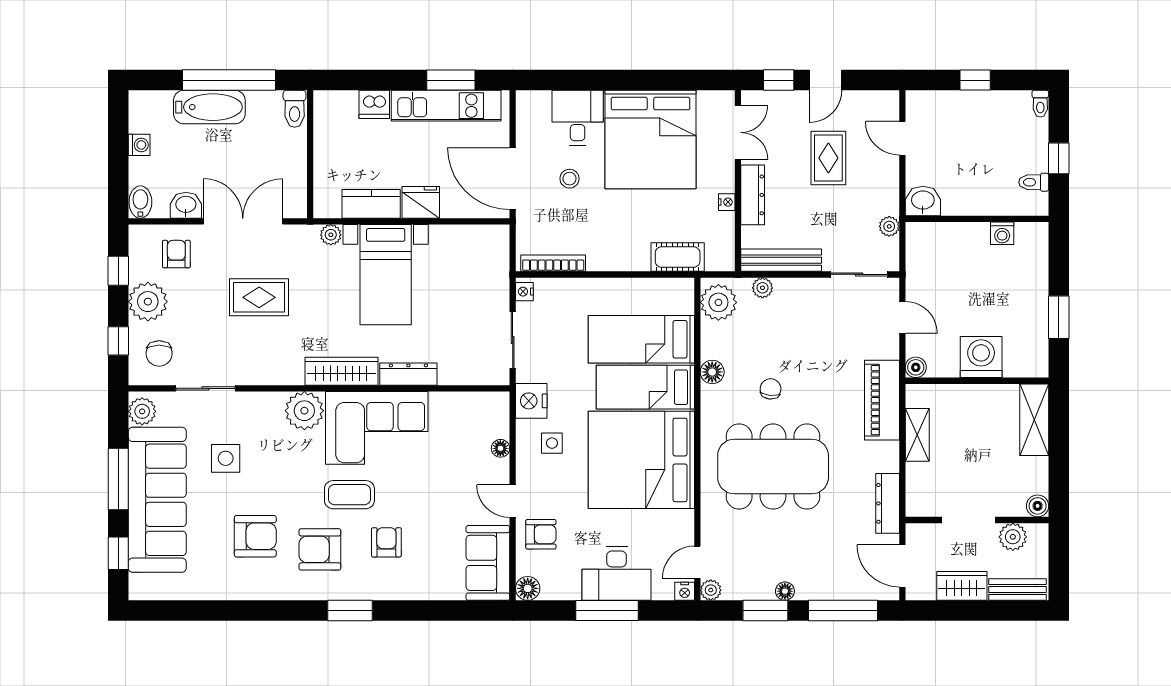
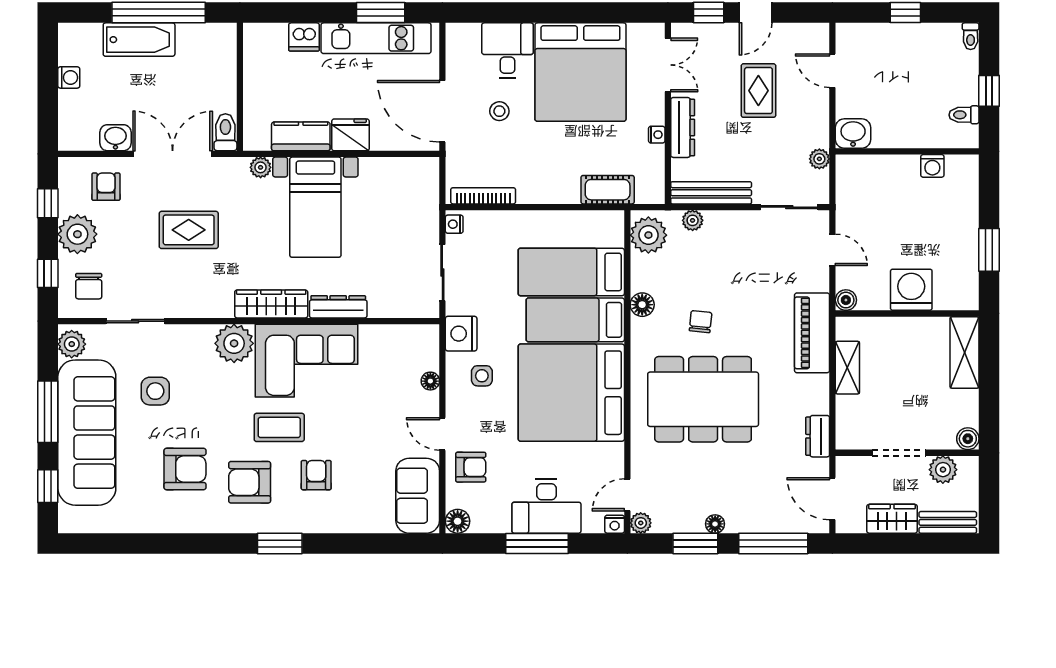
toilet: (295, 109) -> (225, 132), moved, turned 180
bidet: (140, 202) -> (70, 135), removed
dresser: (888, 503) -> (818, 436), width x0.70

